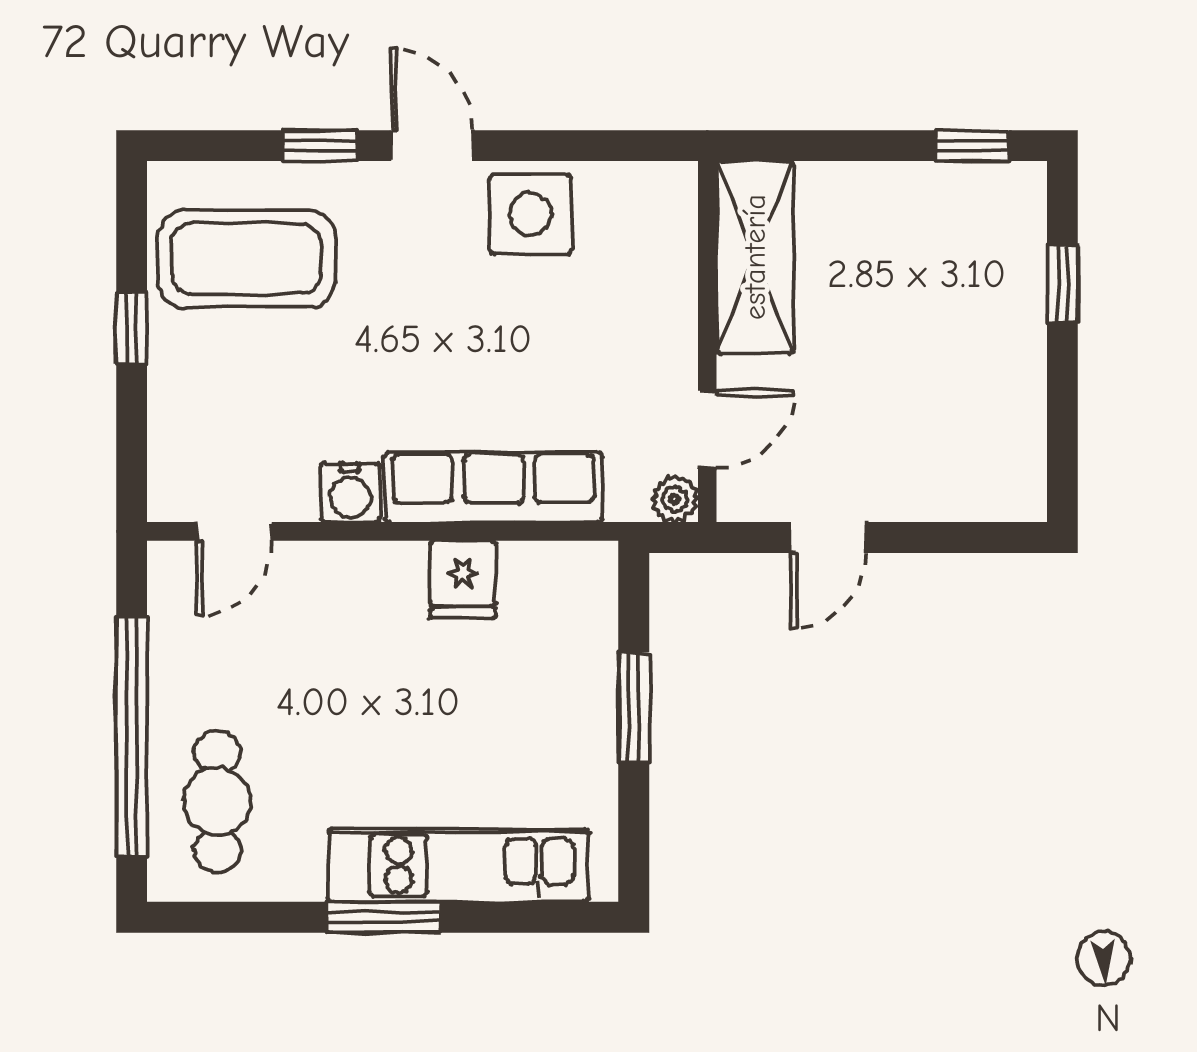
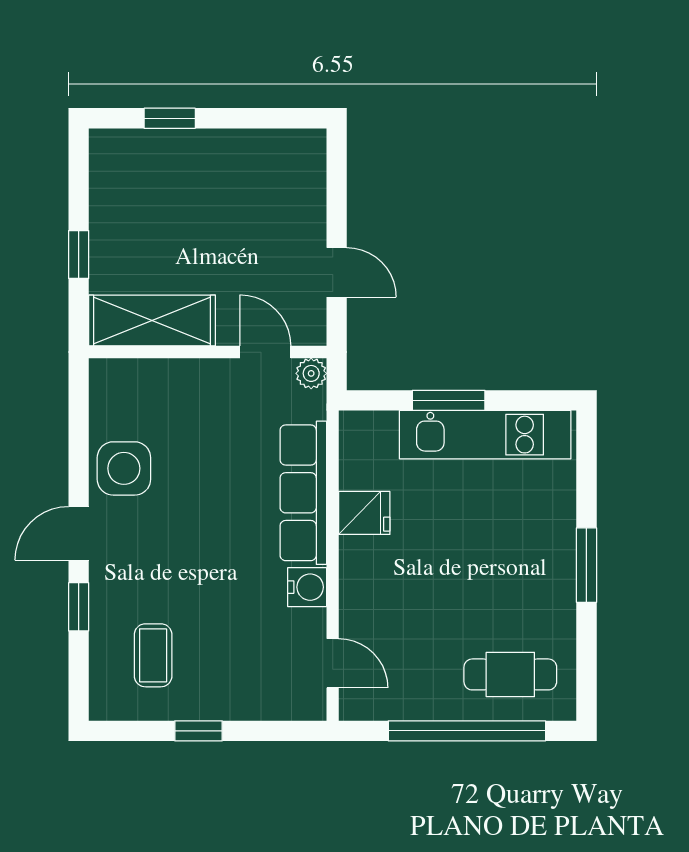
window: (972, 146) -> (79, 254), moved
coffee table: (247, 259) -> (153, 655), width x0.54, depth x0.58
kitchen unit: (458, 865) -> (485, 435), moved, turned -90

